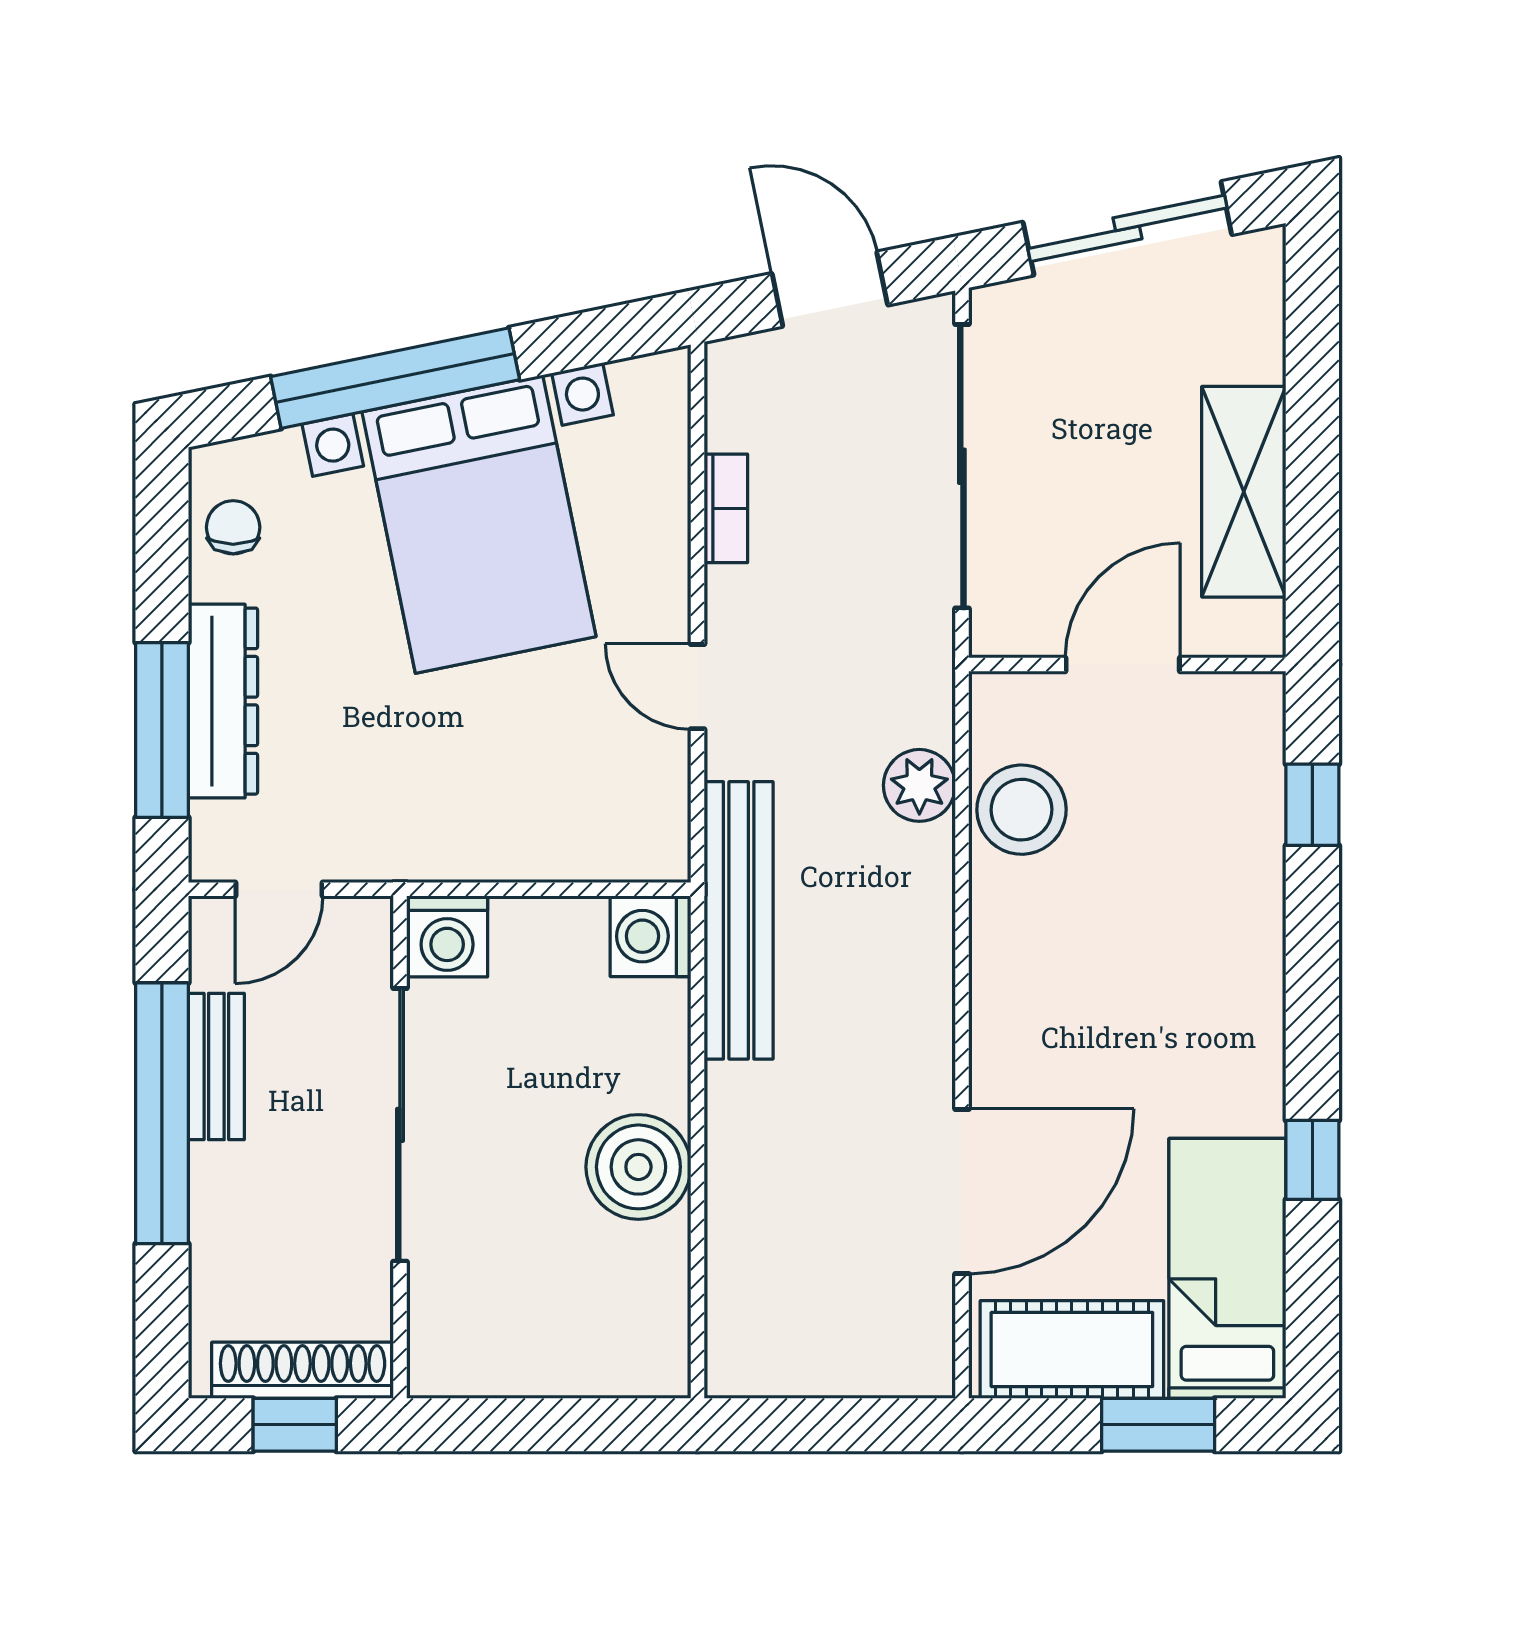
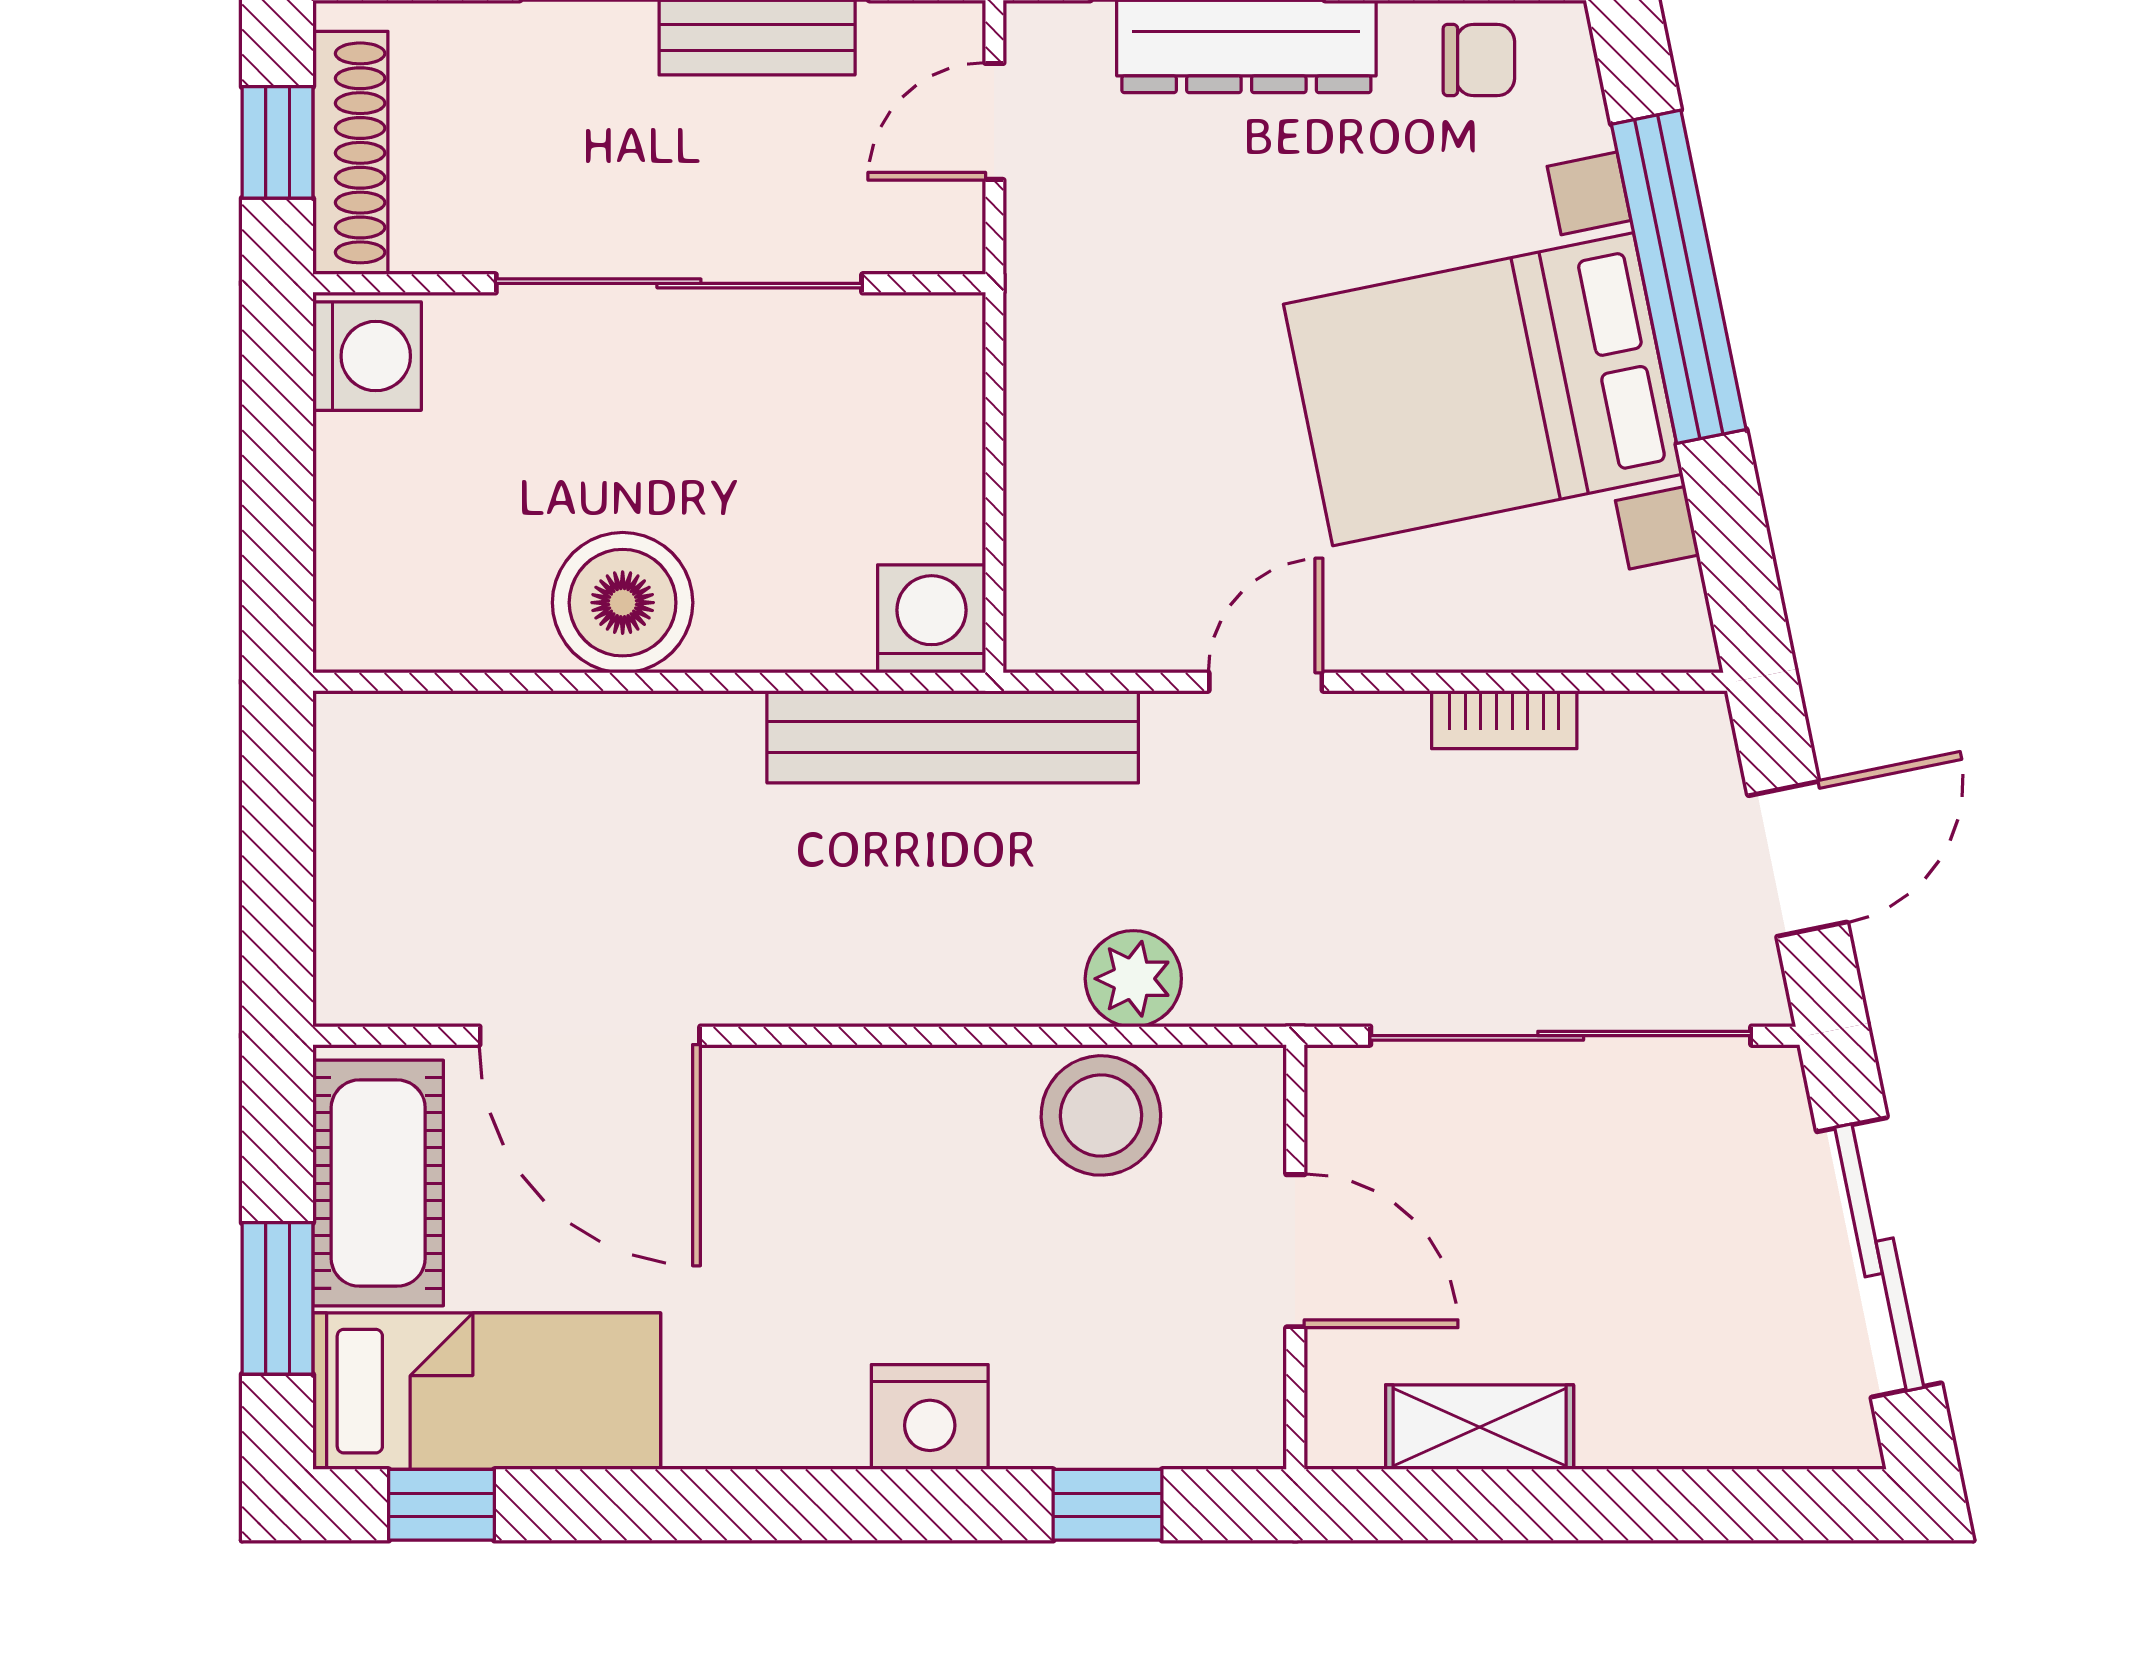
shelving: (1244, 492) -> (1480, 1427), width x0.67, depth x0.75
door: (279, 889) -> (994, 121), hinge flipped
washing machine: (447, 936) -> (367, 356), moved, turned 180
nightstand: (1247, 937) -> (930, 1417), added
window: (1312, 1160) -> (442, 1505), moved

